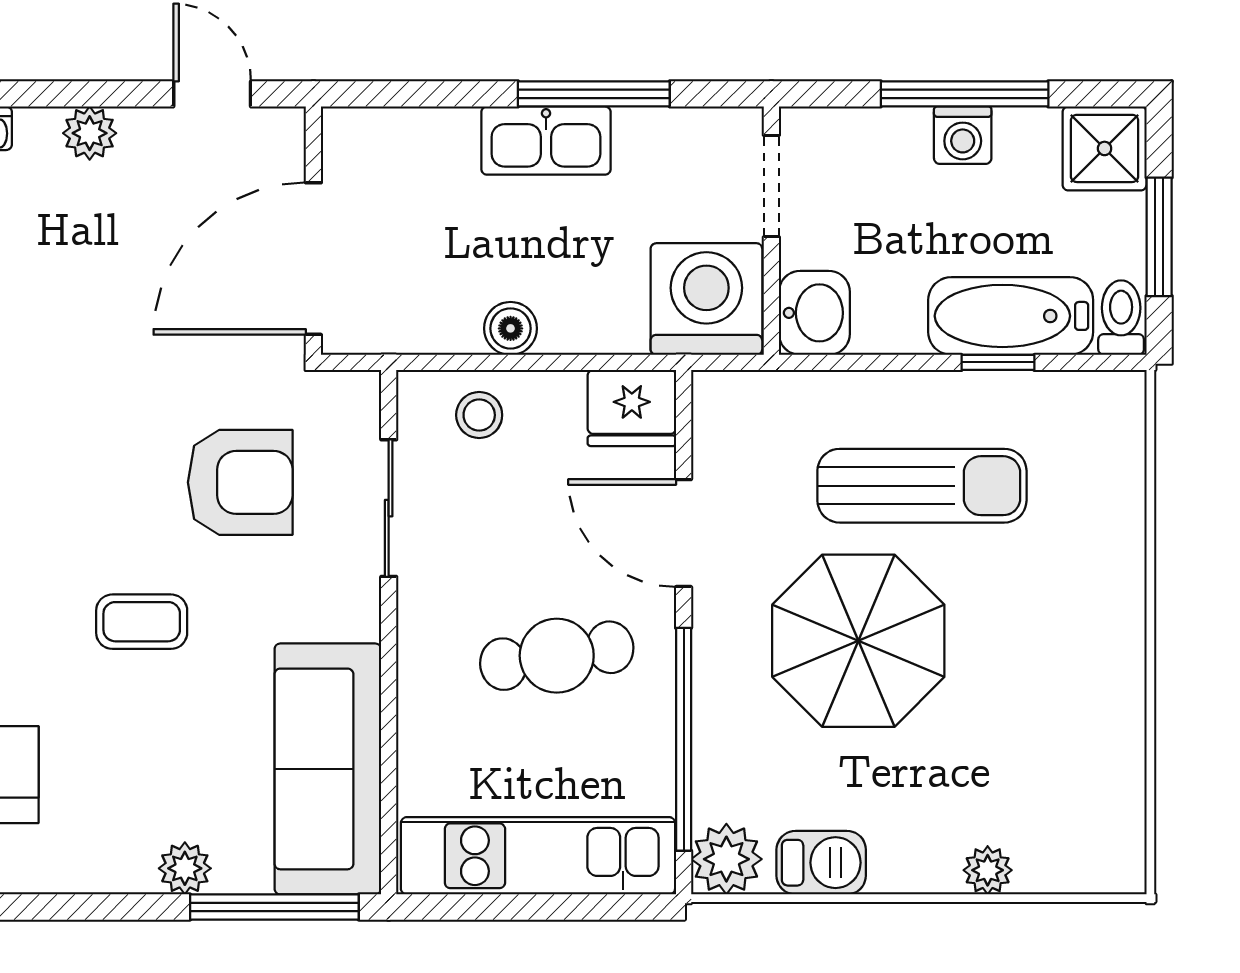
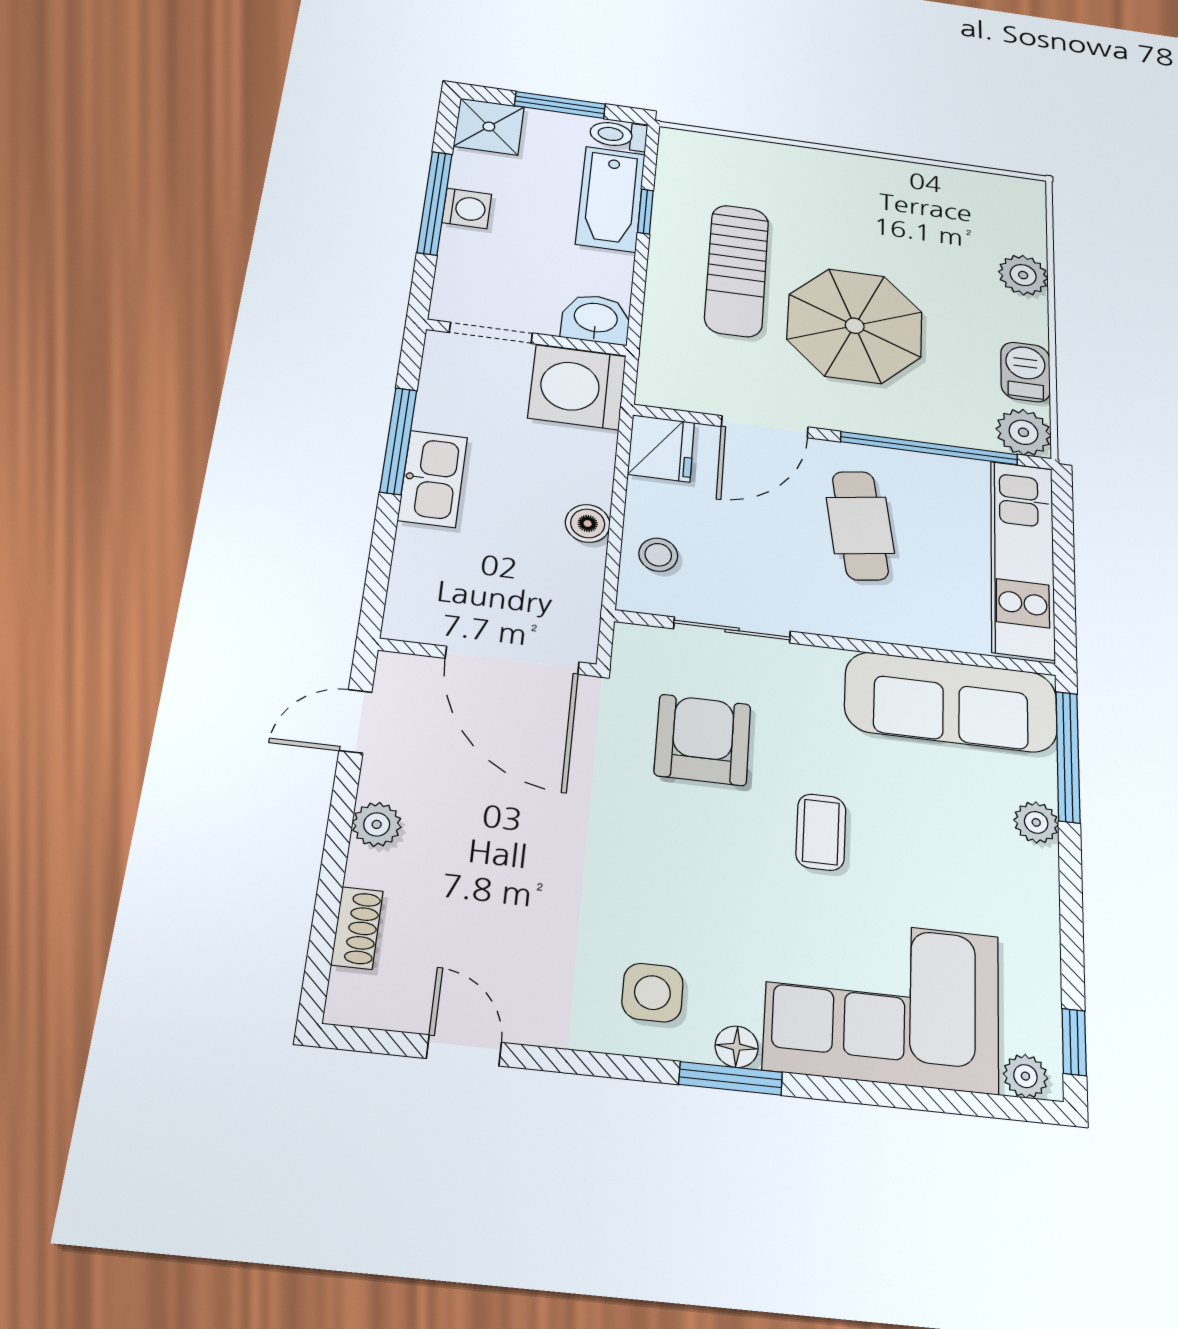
sun lounger: (922, 486) -> (737, 270), turned 180
plant: (988, 870) -> (1023, 275), width x1.38, depth x1.38

